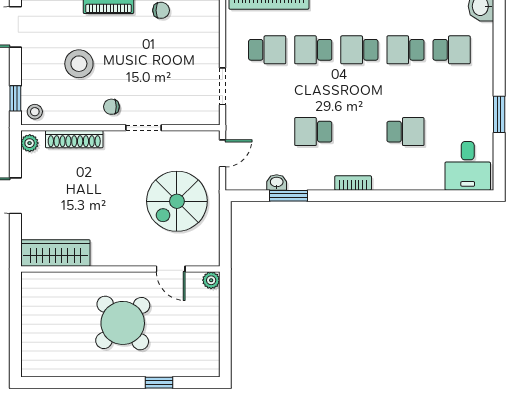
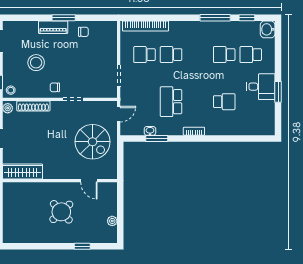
school desk: (267, 50) -> (144, 55), turned 180
school desk: (359, 50) -> (198, 55), removed
school desk: (452, 50) -> (251, 55), turned 180
school desk: (313, 132) -> (171, 102), width x1.85
desk: (468, 166) -> (261, 87), moved, turned -90
spiral stairs: (177, 201) -> (93, 142), turned -90
plant: (211, 280) -> (112, 221), moved
round table: (123, 323) -> (61, 212), width x0.73, depth x0.73

